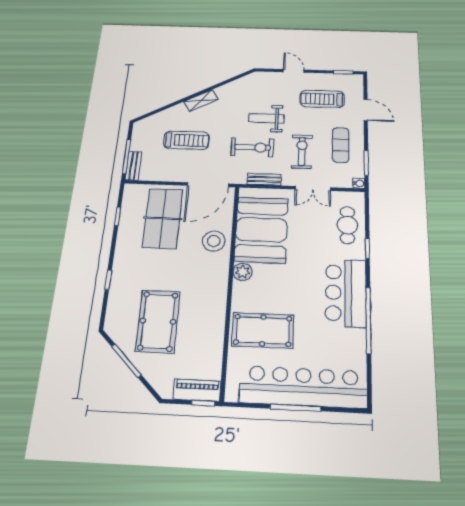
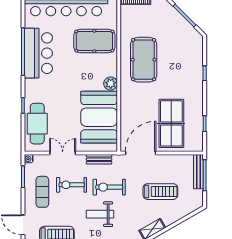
weight bench: (266, 118) -> (100, 214), turned 180
treadmill: (186, 140) -> (160, 192), turned 180
exercise bike: (302, 152) -> (72, 185), turned 90
bench: (133, 166) -> (198, 172), width x1.36
cafe table: (347, 225) -> (37, 124), width x1.37, depth x1.35
stool: (214, 241) -> (133, 107), removed
bar counter: (346, 293) -> (38, 53), moved
pool table: (158, 321) -> (144, 60), moved

